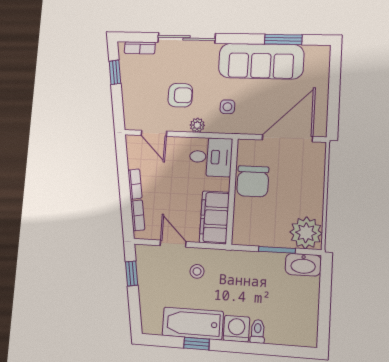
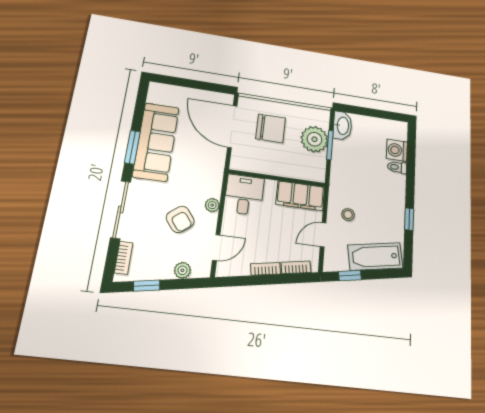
window: (283, 39) -> (132, 147), moved
armchair: (180, 95) -> (180, 219), turned 142
plant: (130, 103) -> (182, 270), added
side table: (227, 107) -> (197, 176), removed
chair: (253, 181) -> (271, 128), moved
plant: (306, 233) -> (314, 139), moved
bathtub: (193, 323) -> (375, 257), moved, turned 81
washing machine: (236, 329) -> (397, 150), moved

